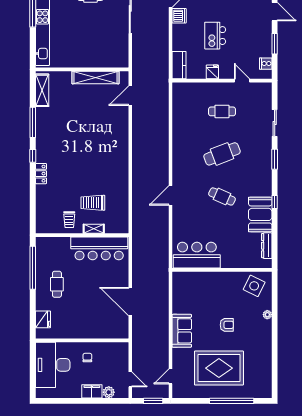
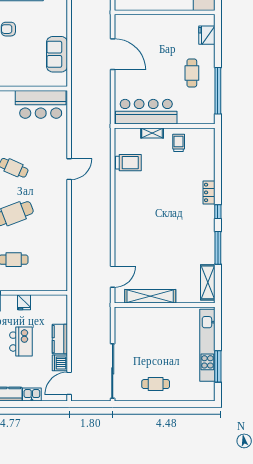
kitchen counter: (179, 65) -> (60, 339), moved
trolley: (93, 203) -> (128, 163), moved
sofa: (182, 331) -> (57, 54), moved

